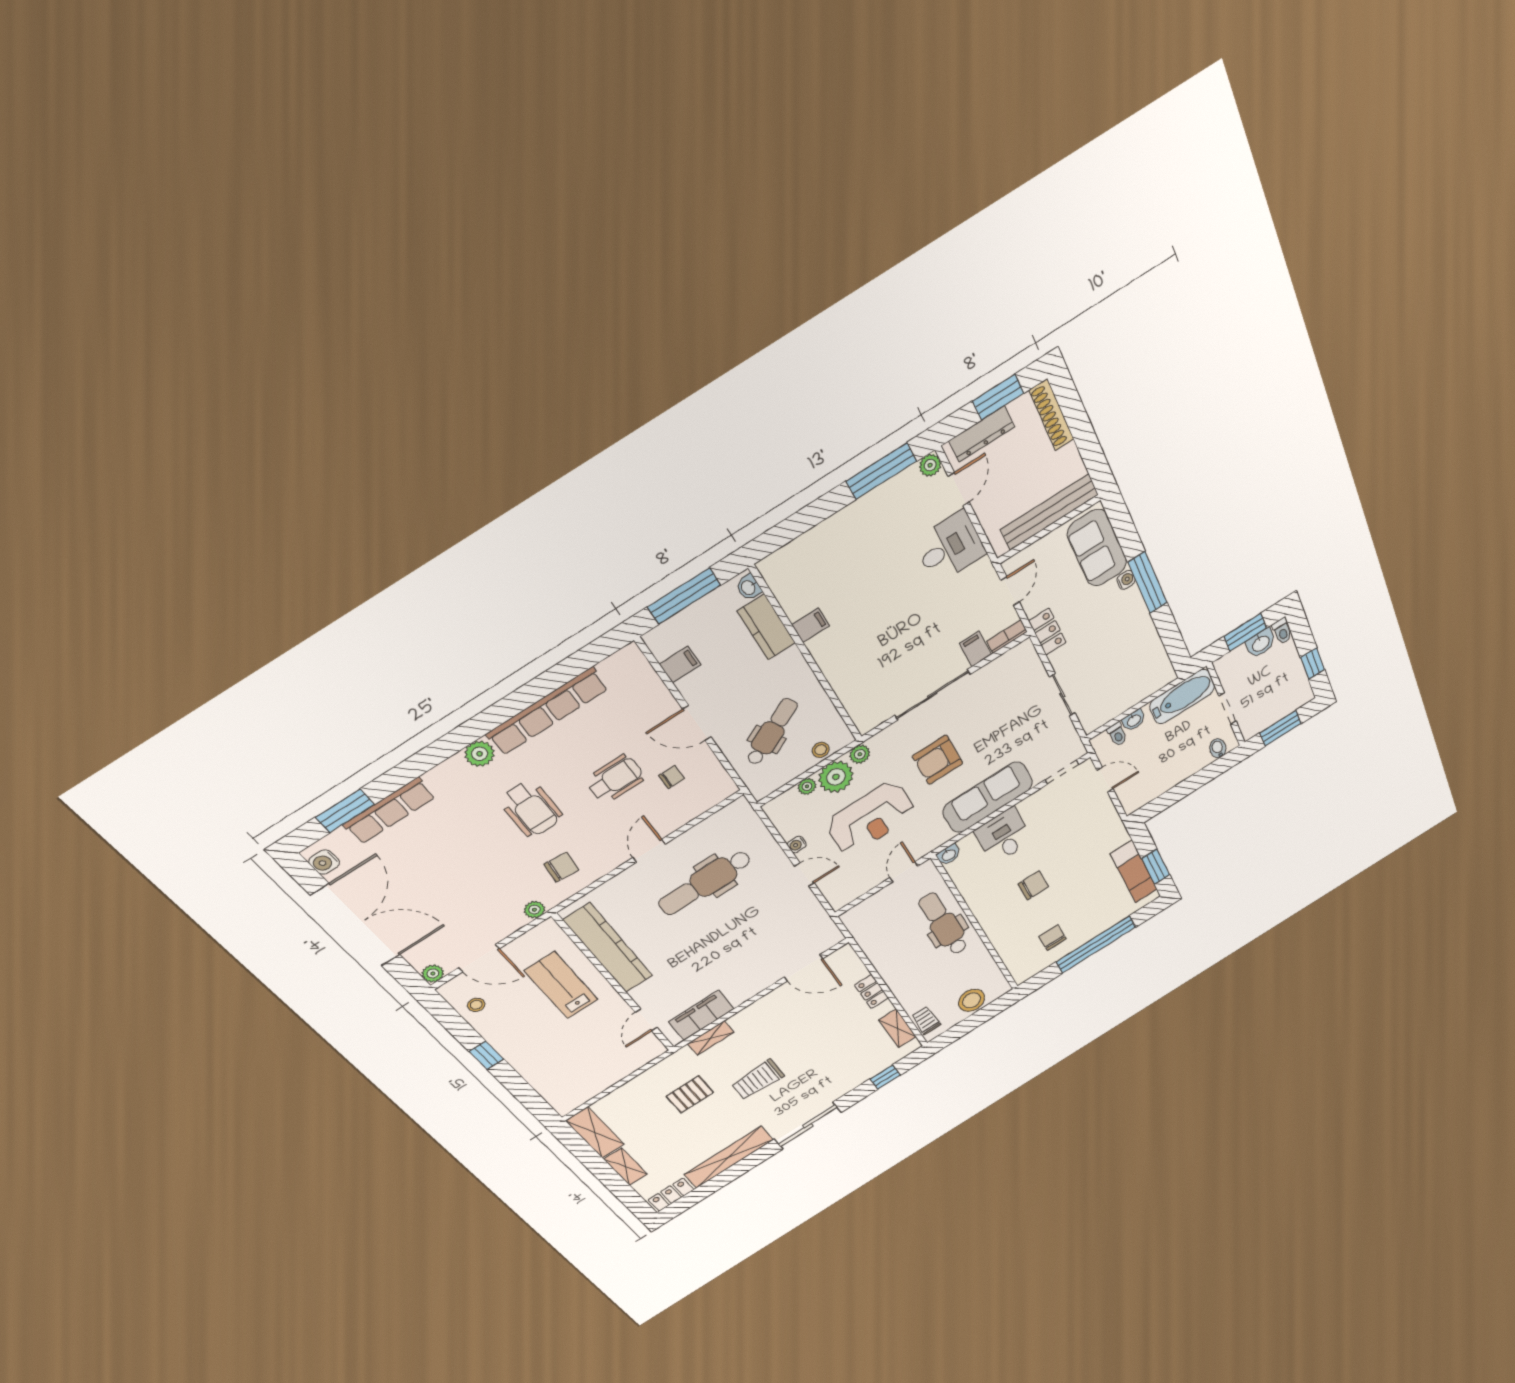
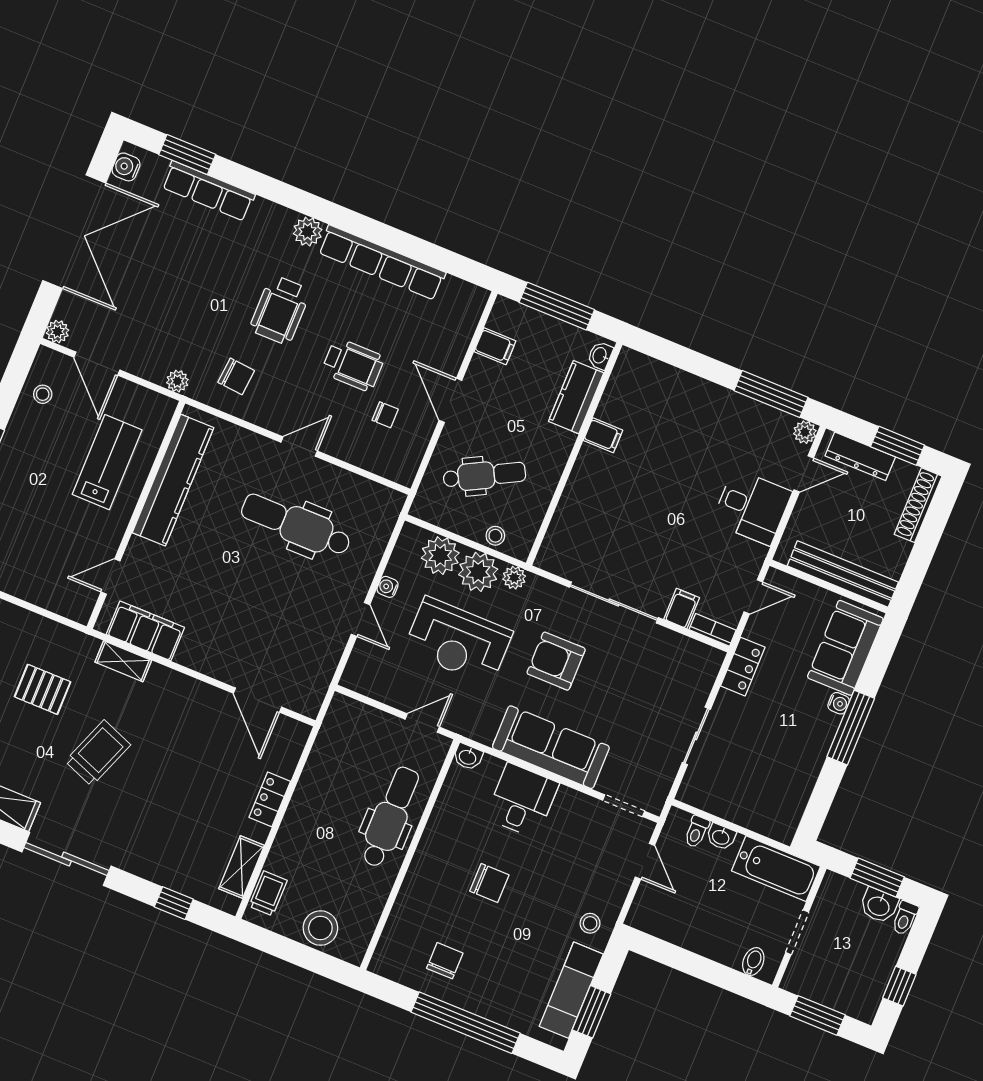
plant: (807, 786) -> (440, 556), width x1.87, depth x1.87
stool: (1109, 837) -> (590, 923), added
trolley: (758, 1080) -> (98, 753), turned 111

